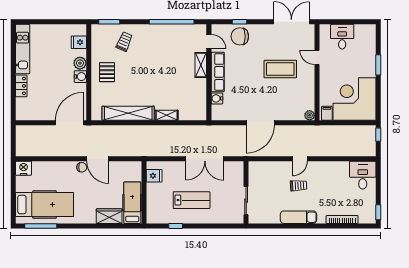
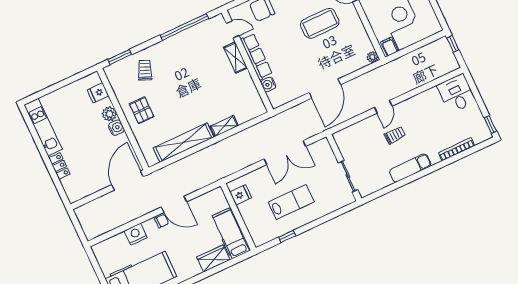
nightstand: (24, 168) -> (136, 234), moved

